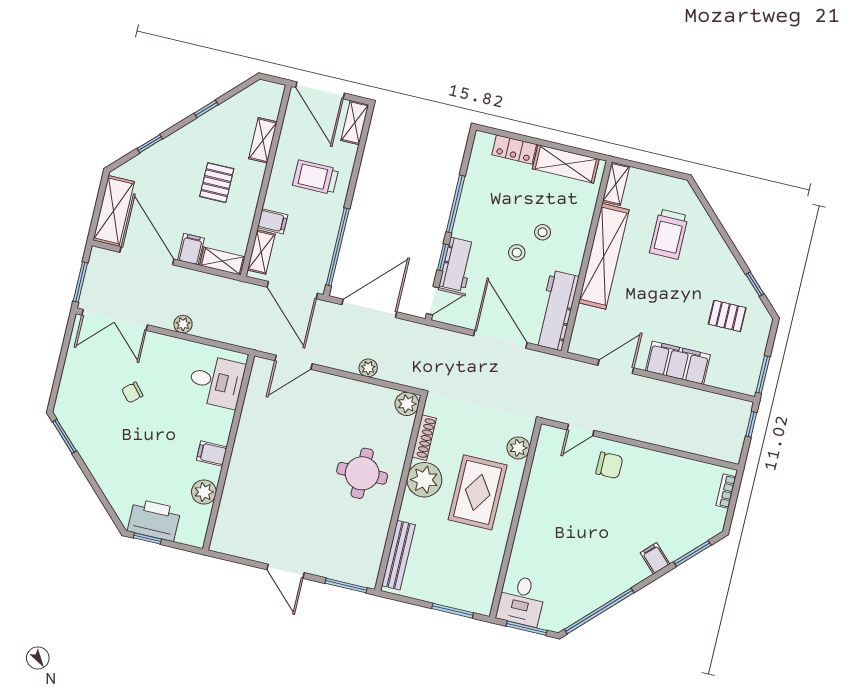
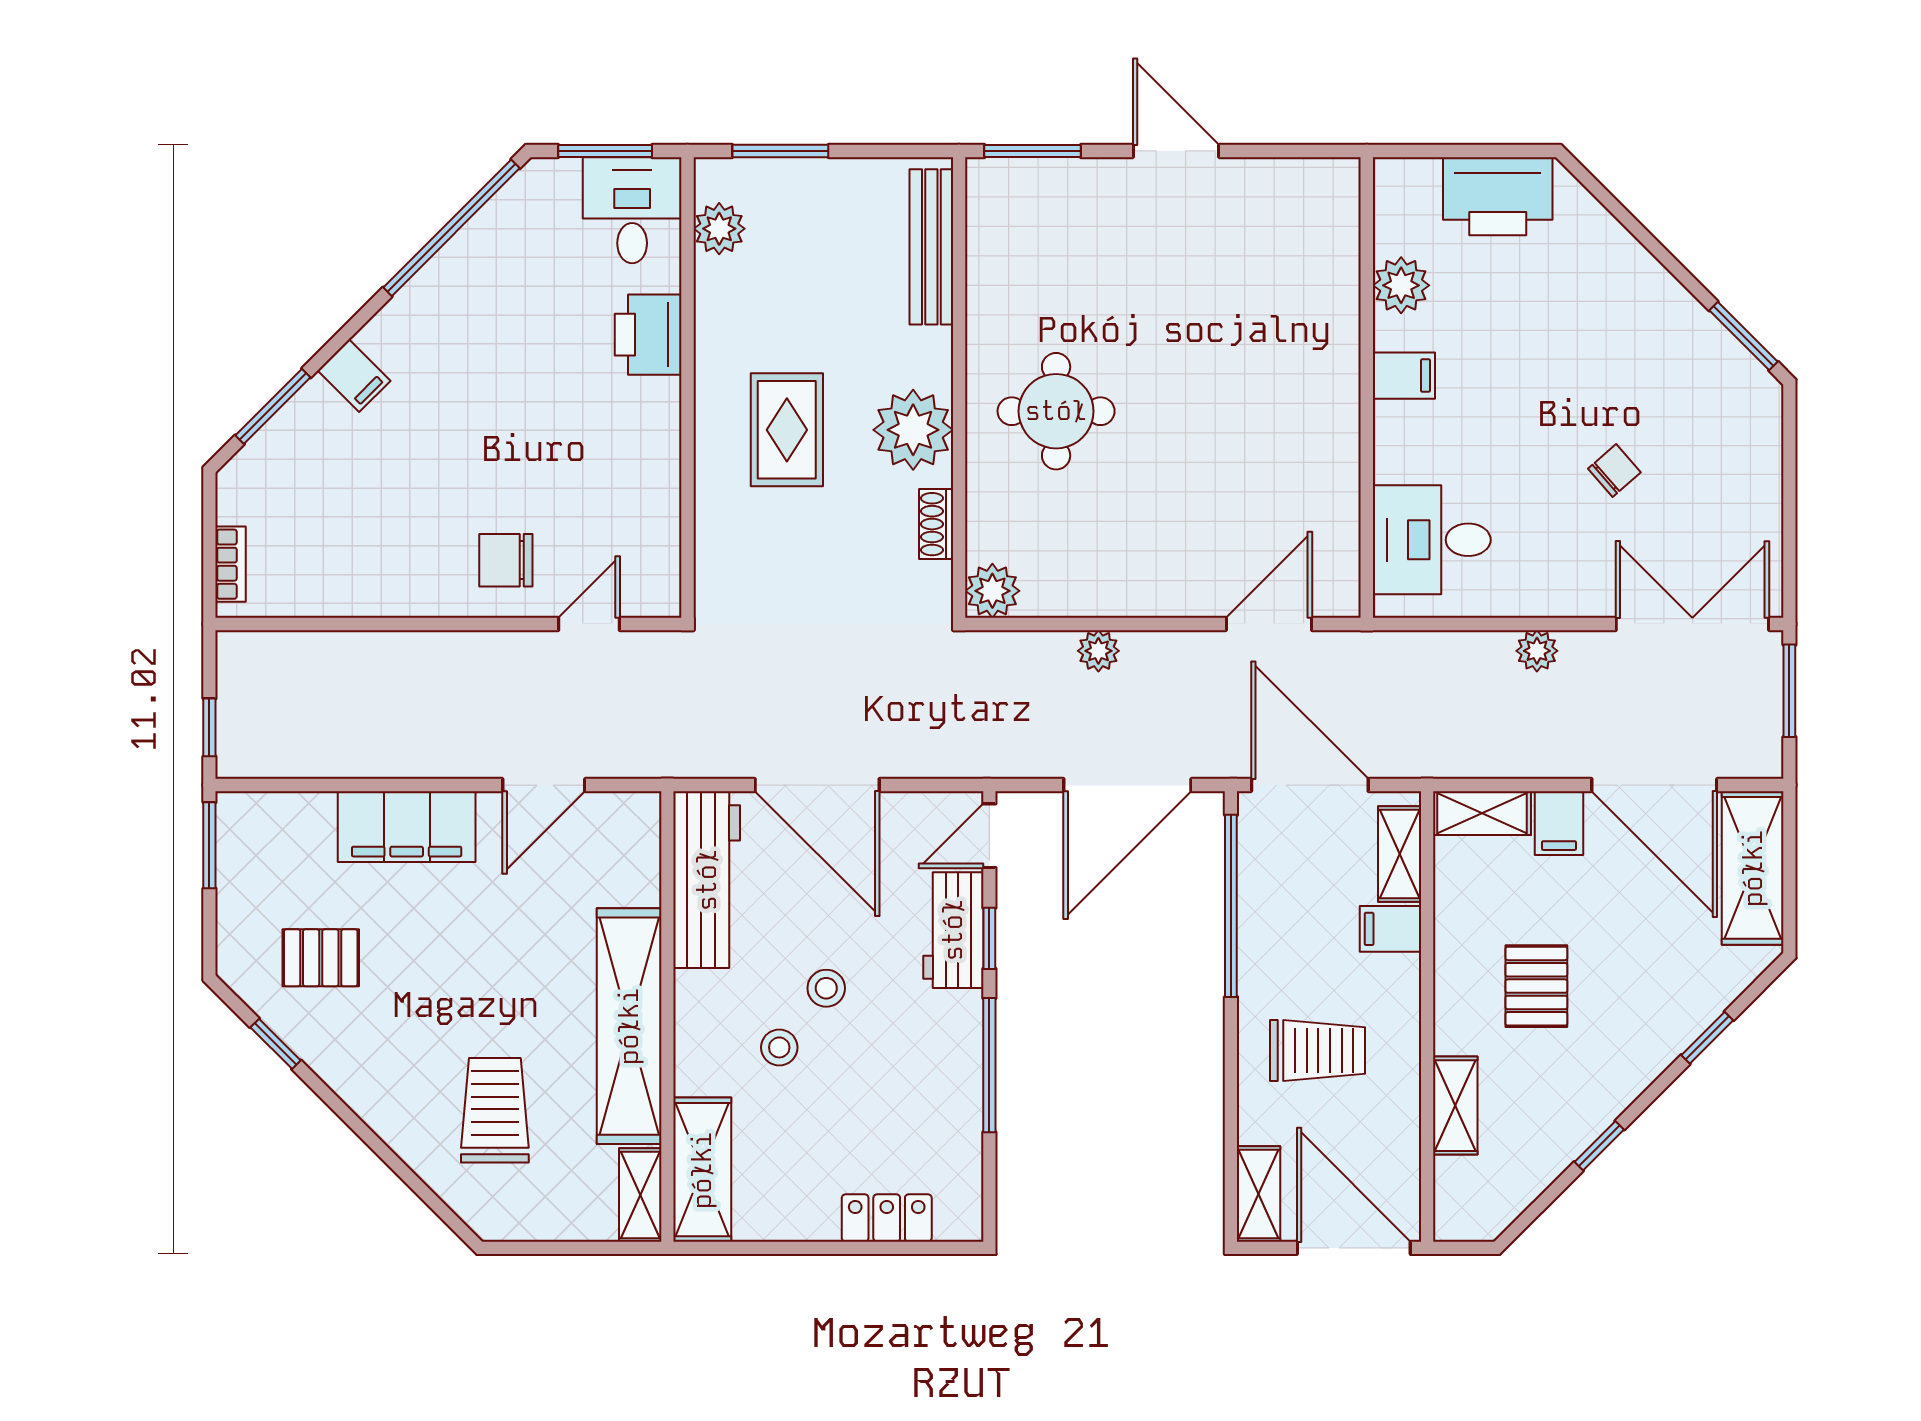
shelving: (566, 164) -> (702, 1170), moved, turned 90
shoe rack: (424, 438) -> (936, 524), width x0.70
plant: (518, 448) -> (719, 229), moved
rug: (478, 492) -> (787, 430), width x0.73, depth x0.70
window: (147, 539) -> (1503, 151), removed
printer: (527, 546) -> (648, 335), added

